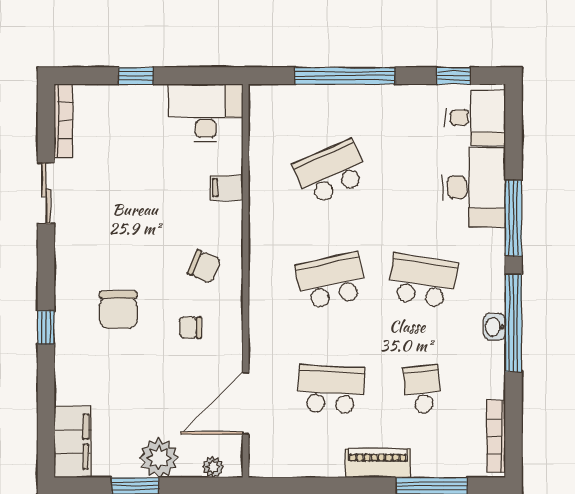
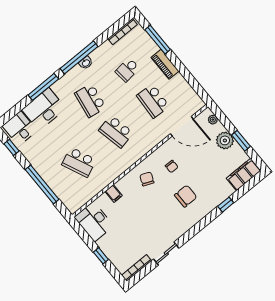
window: (46, 327) -> (226, 205), moved

